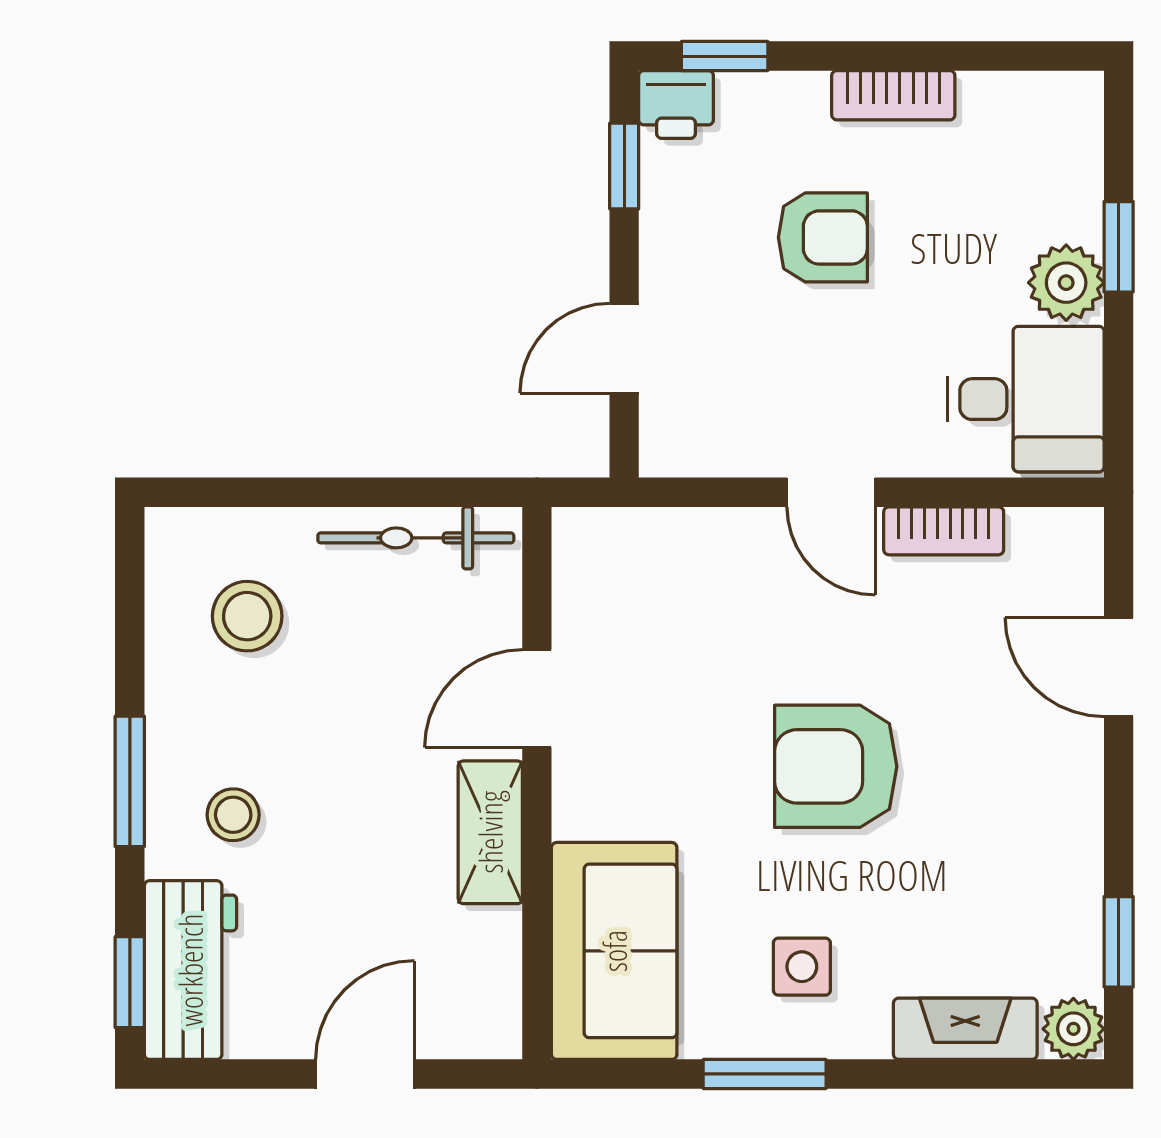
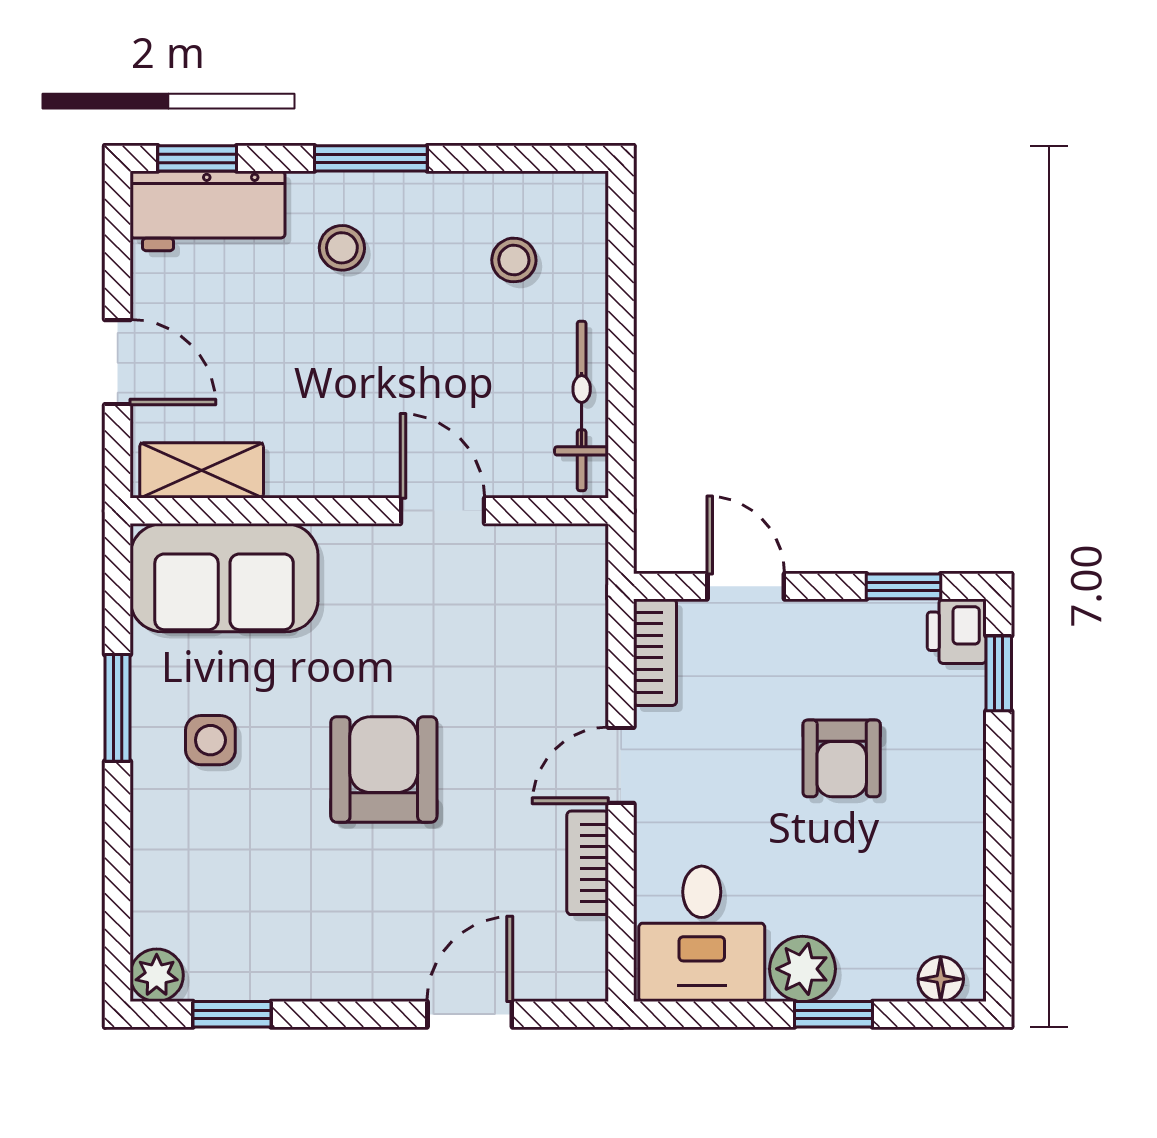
bookcase: (893, 95) -> (655, 652), moved, turned 180
floor lamp: (1078, 123) -> (941, 979), added
stool: (247, 616) -> (514, 260), width x0.73, depth x0.73
shelving: (490, 832) -> (202, 470), moved
fireplace: (965, 1029) -> (157, 882), removed

